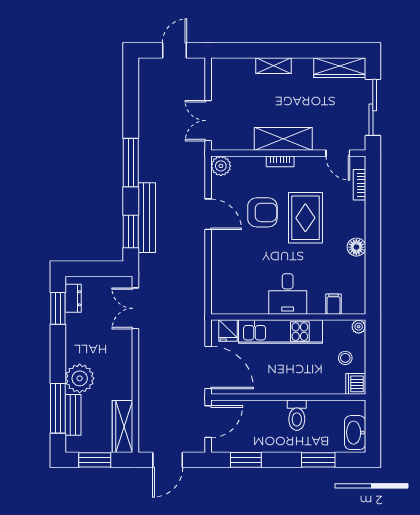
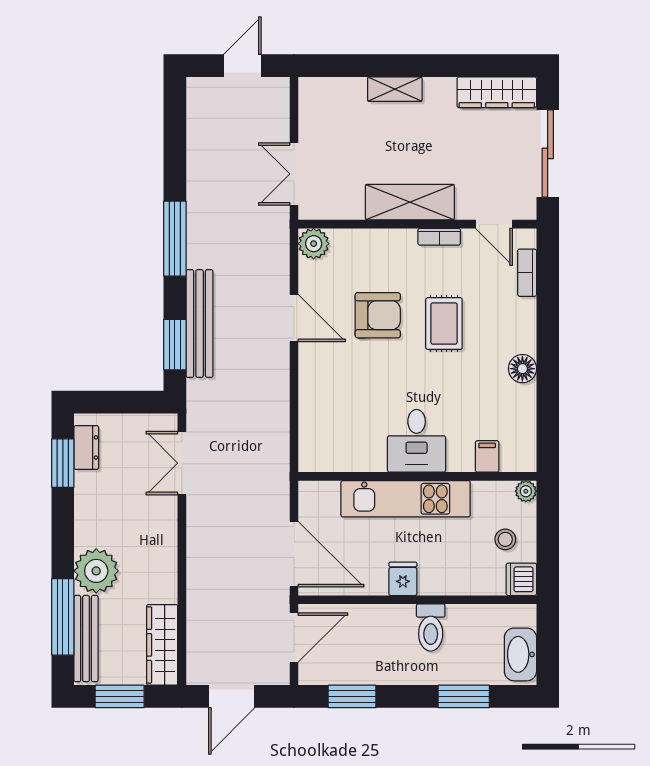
bookcase: (280, 161) -> (439, 237), moved
rug: (305, 218) -> (444, 324), width x0.73, depth x0.70
fridge: (228, 331) -> (403, 579), moved, turned 180
bench: (73, 415) -> (86, 639), width x1.36

